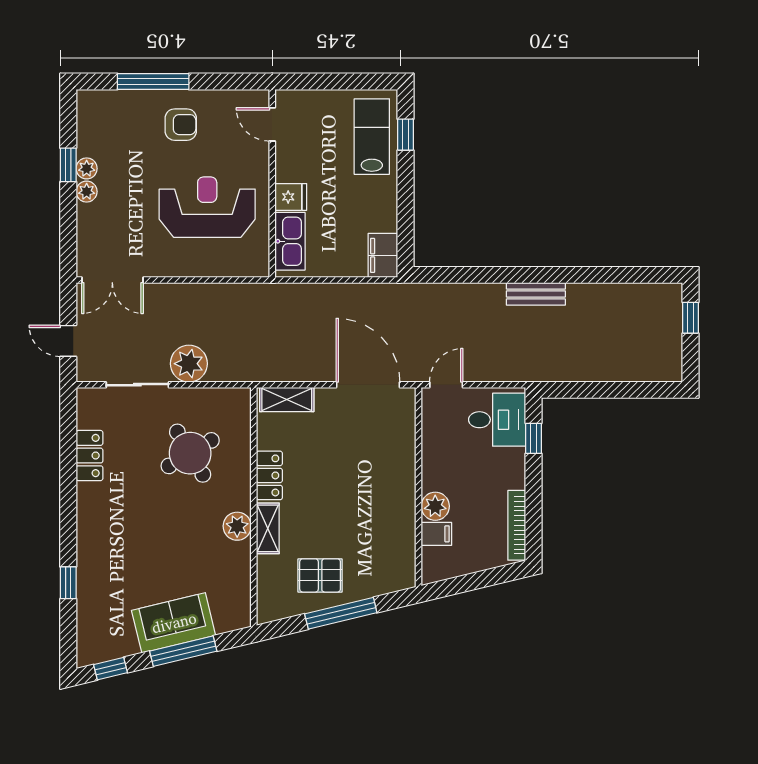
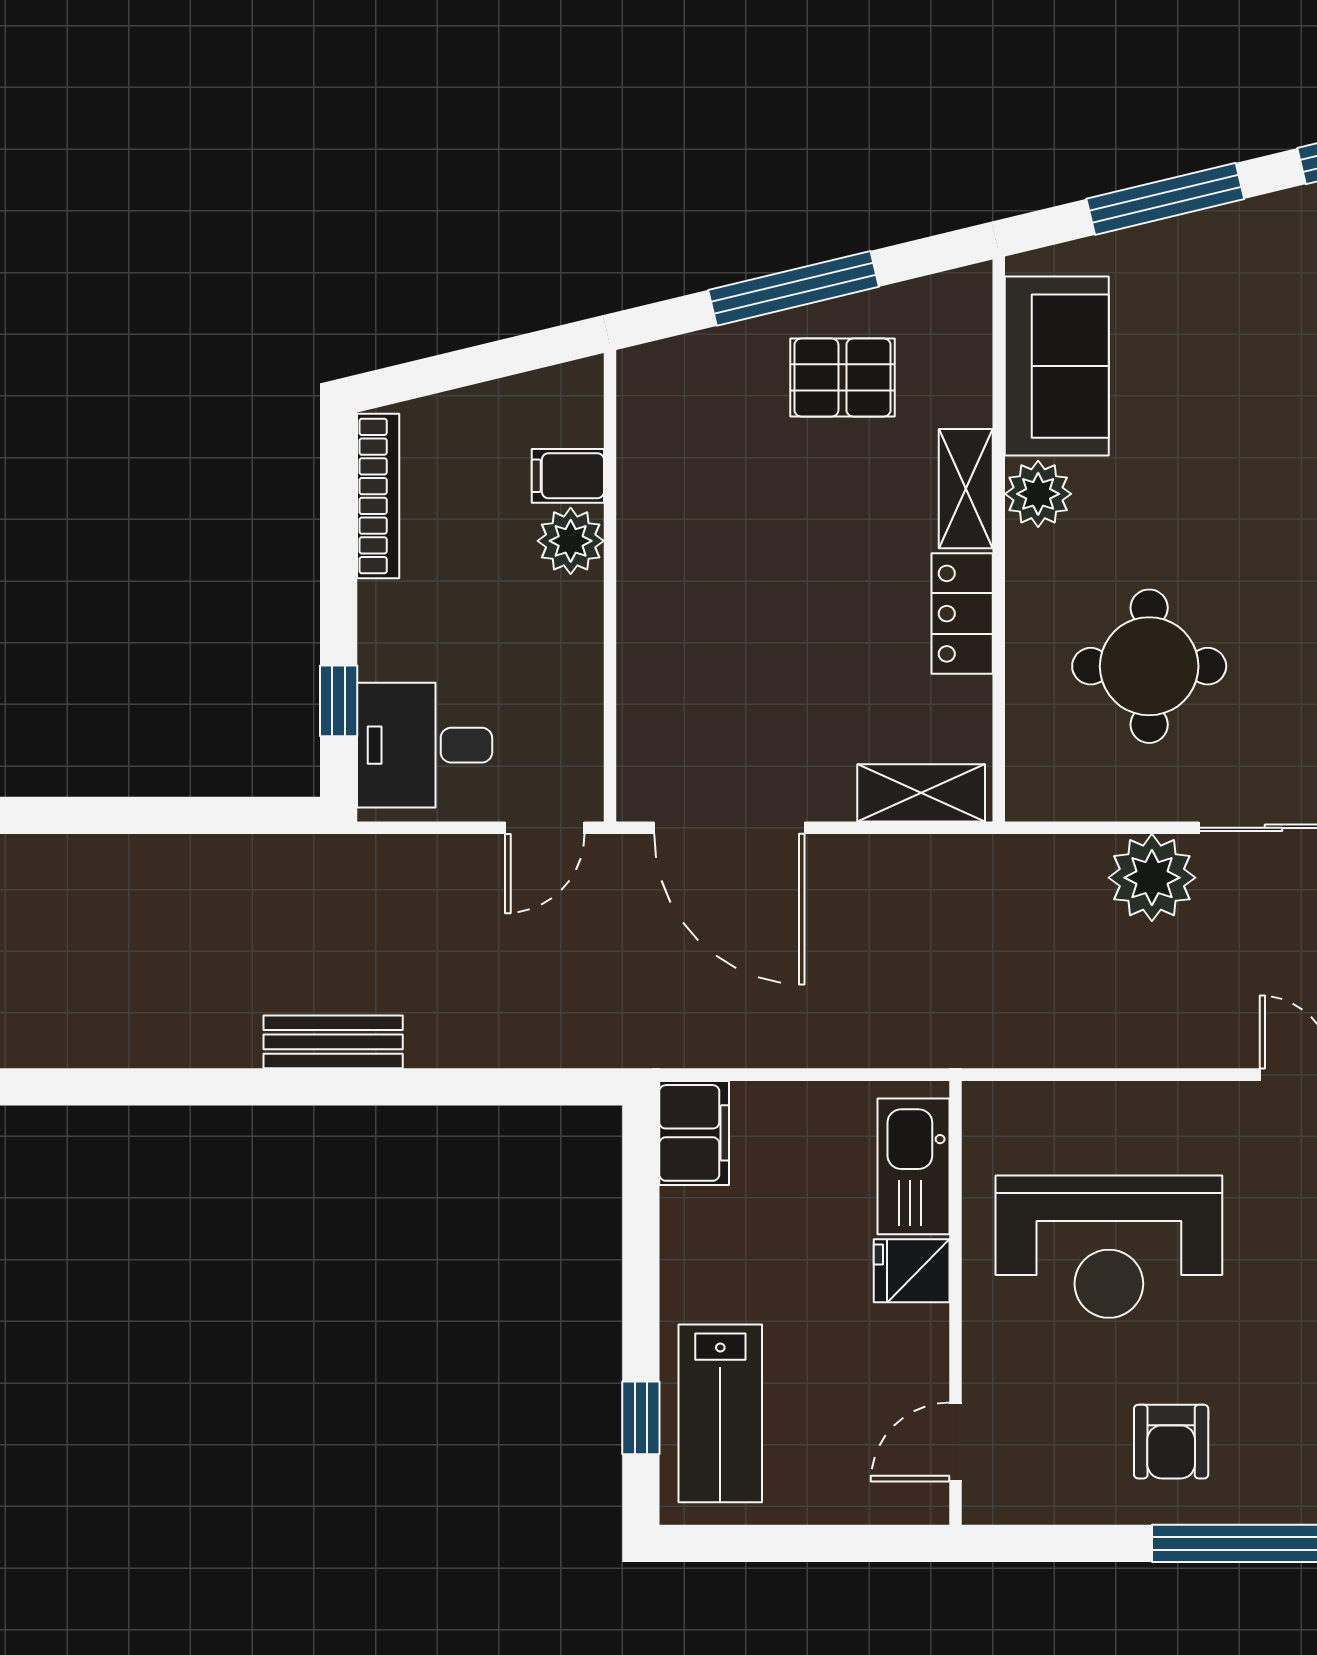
door: (272, 124) -> (956, 1442), swing flipped
armchair: (181, 125) -> (1171, 1442), turned -90
round table: (190, 453) -> (1149, 666), turned 31
sofa: (174, 623) -> (1057, 366), moved, turned -76

